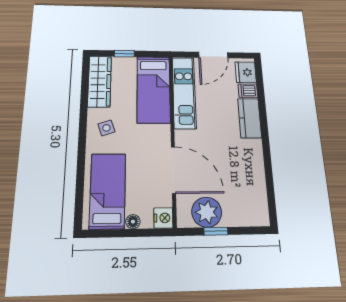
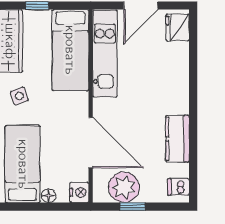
dishwasher: (248, 91) -> (178, 187), moved
kitchen counter: (250, 118) -> (177, 139), moved

